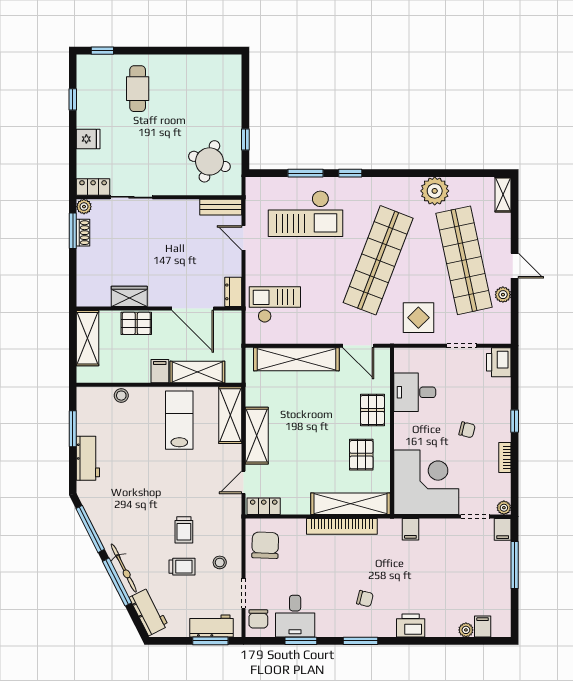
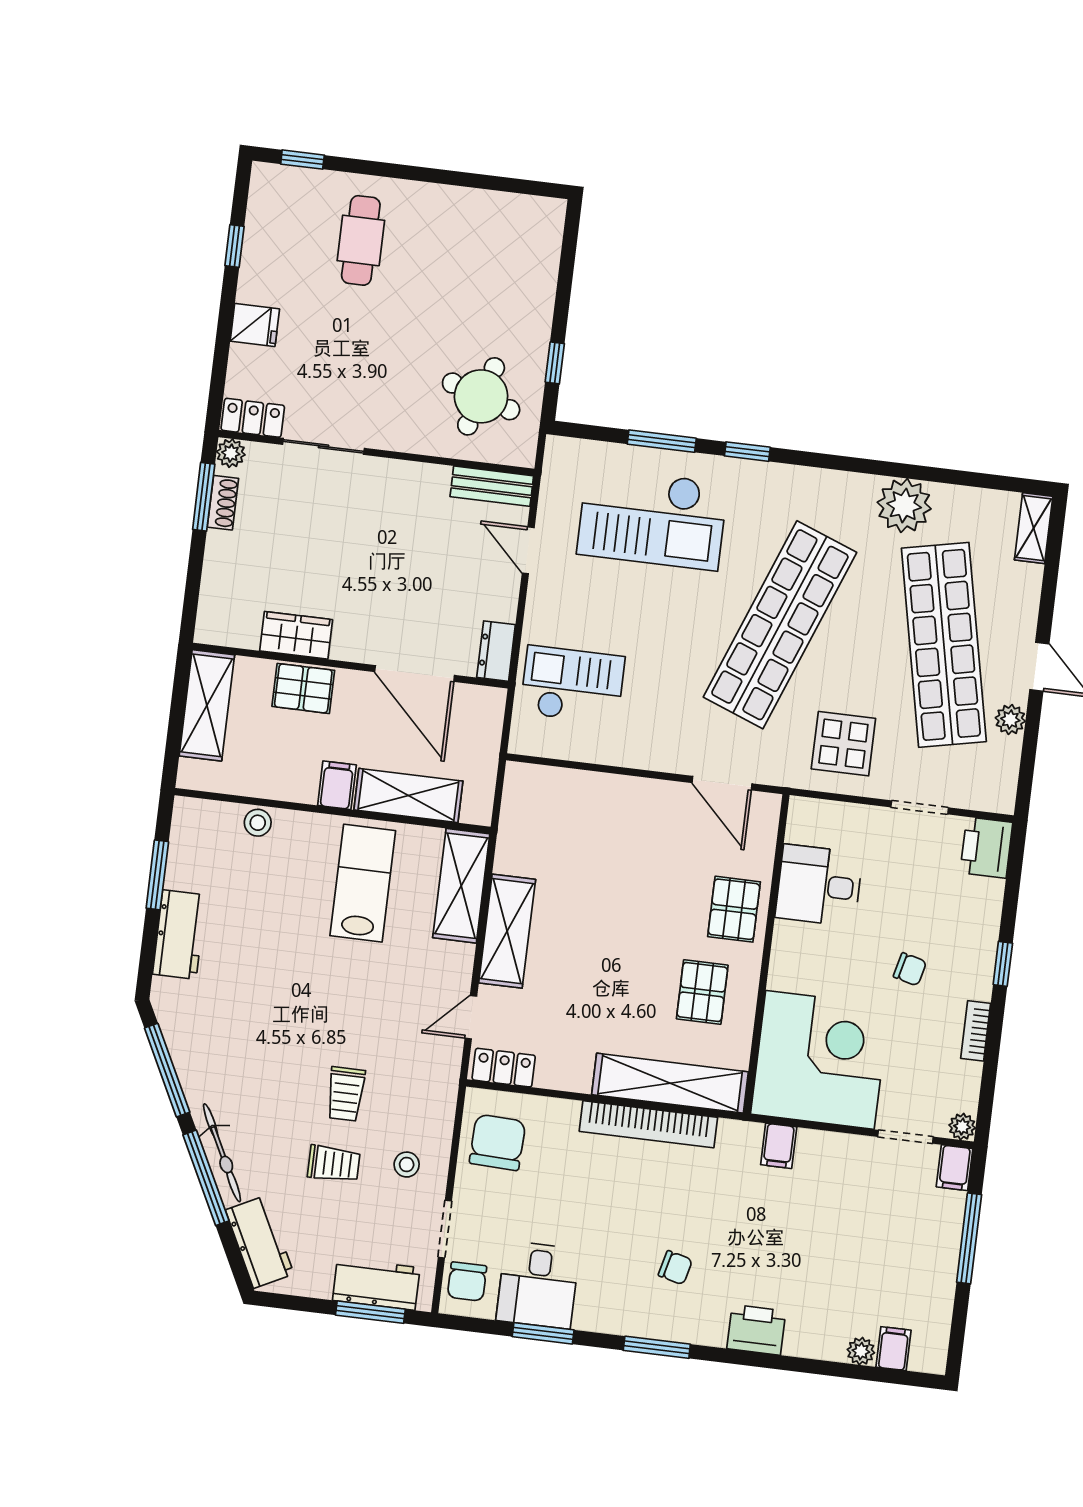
shelving: (296, 359) -> (601, 794), removed

